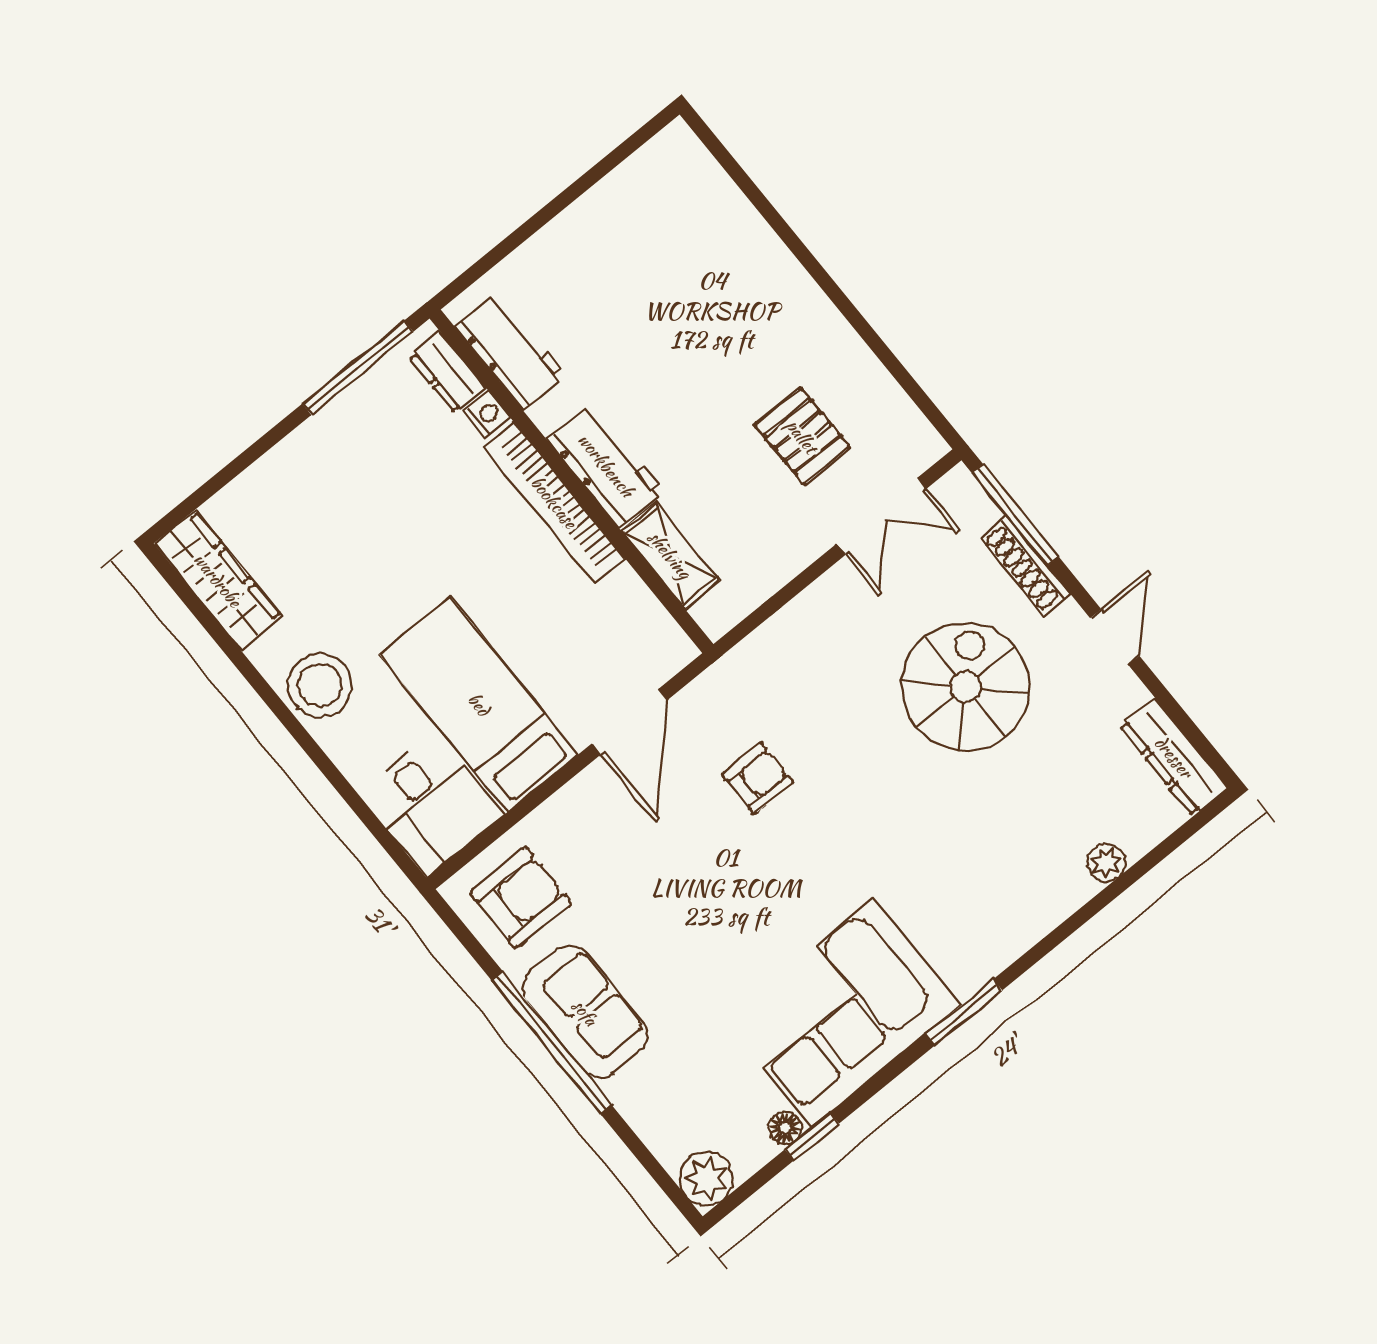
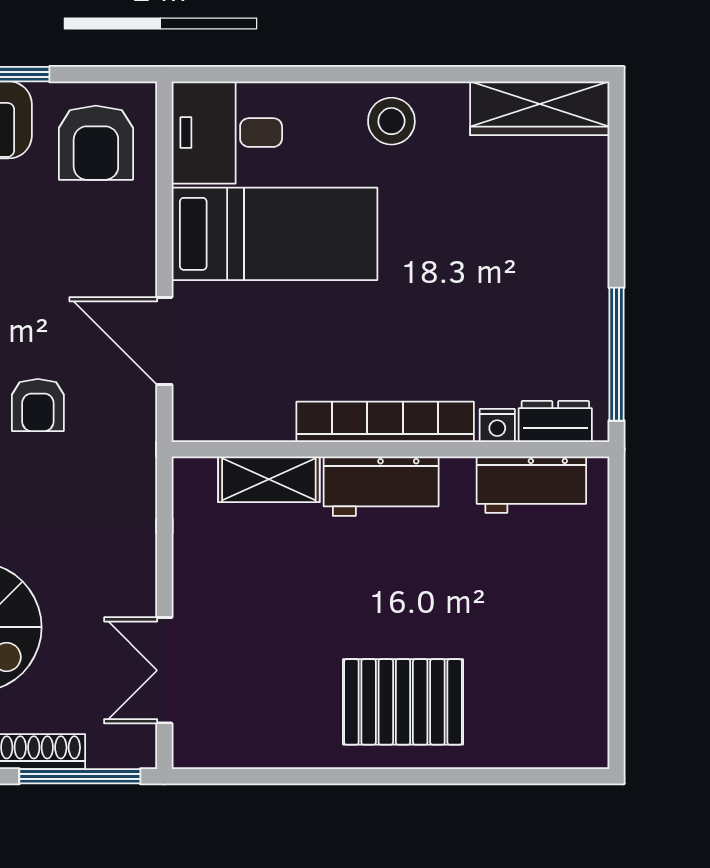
pallet: (802, 436) -> (403, 702), moved, width x1.50, depth x1.42
stool: (320, 685) -> (391, 121), width x0.73, depth x0.73

